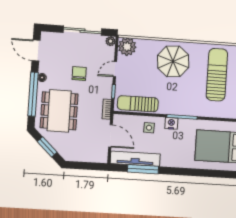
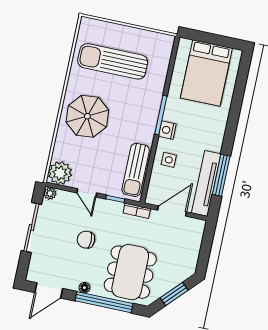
dining table: (59, 111) -> (130, 272), turned 90

